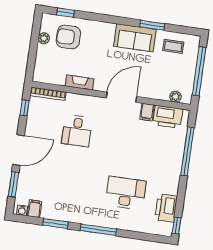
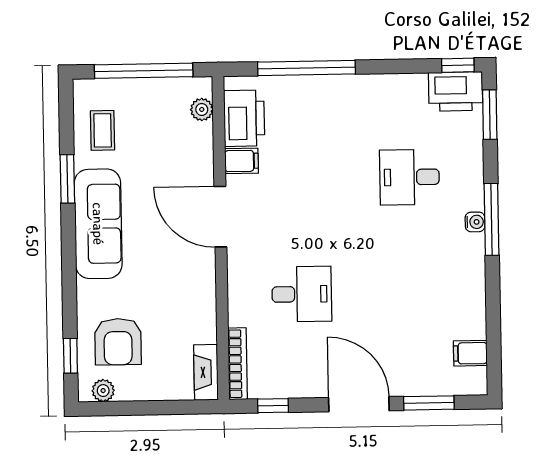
plant: (44, 38) -> (103, 391), moved
sofa: (135, 38) -> (98, 224), width x1.36
fireplace: (80, 82) -> (206, 372), moved
desk: (126, 193) -> (409, 177), width x0.73
printer: (166, 208) -> (456, 91), moved
water cooler: (22, 210) -> (475, 222), moved
window: (55, 224) -> (490, 115), moved

